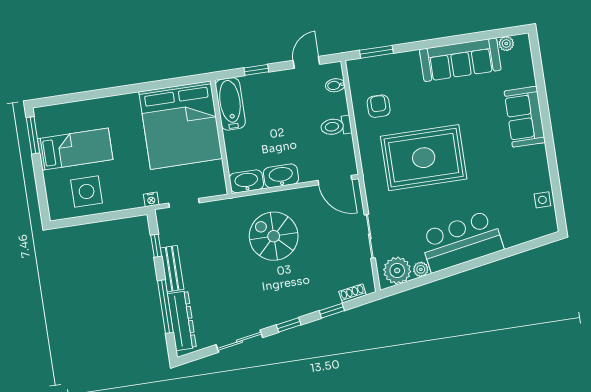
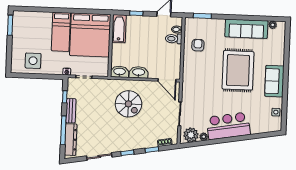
sofa: (525, 117) -> (274, 81), moved
toilet: (336, 126) -> (174, 39), moved
bed: (75, 149) -> (61, 32), moved, turned 90
rug: (424, 158) -> (238, 70), moved, turned 90
spiral stairs: (274, 236) -> (128, 104), turned 180

